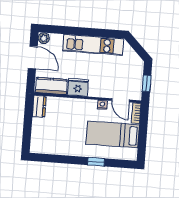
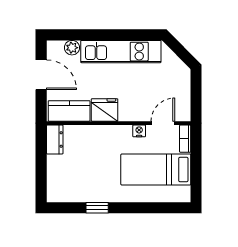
plant: (44, 38) -> (72, 48), moved
window: (147, 83) -> (196, 98), removed
door: (120, 100) -> (163, 123), swing flipped
window: (96, 162) -> (97, 208), moved

